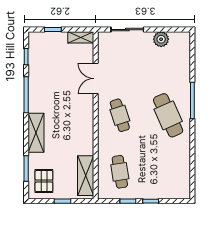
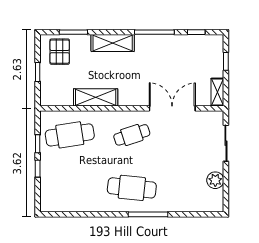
double door: (96, 79) -> (172, 108), width x1.37
cafe table: (168, 115) -> (132, 188), turned 30
cafe table: (120, 172) -> (70, 135), width x1.37, depth x1.35
shelving: (86, 176) -> (96, 97), moved
pallet: (44, 181) -> (60, 52), turned 90

